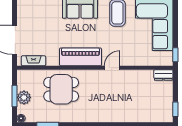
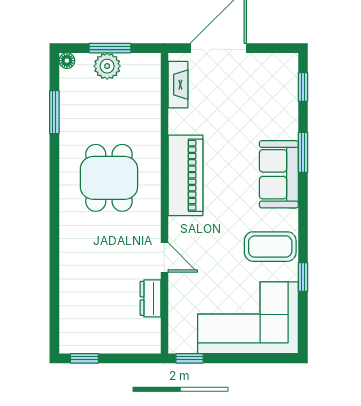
door: (112, 68) -> (164, 257), moved
dresser: (163, 75) -> (150, 298), moved
dining table: (61, 89) -> (109, 178), moved

